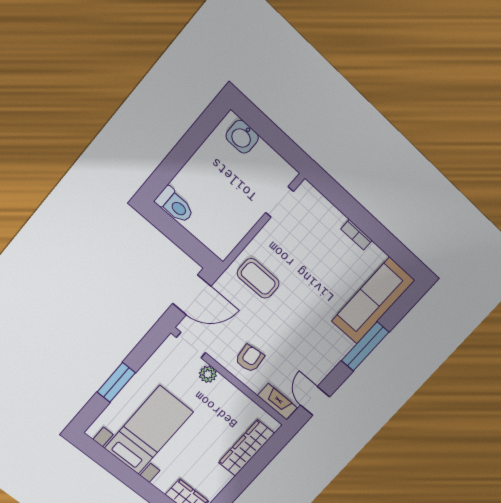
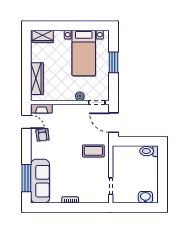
door: (192, 295) -> (113, 123), hinge flipped
window: (365, 346) -> (26, 178), moved
armchair: (250, 359) -> (42, 135), moved

